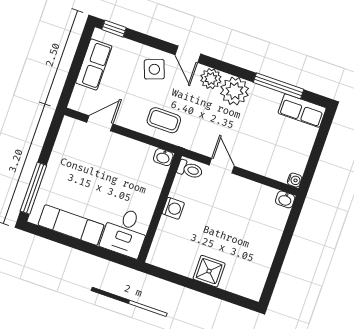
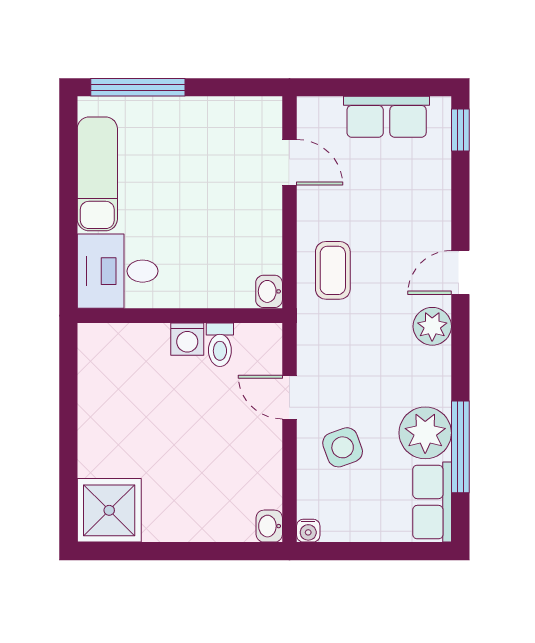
side table: (154, 69) -> (343, 447), moved
plant: (235, 91) -> (425, 433), moved
door: (222, 166) -> (289, 397), swing flipped
toilet: (190, 170) -> (220, 345), moved
shower: (209, 271) -> (109, 510), moved, width x1.36, depth x1.36

